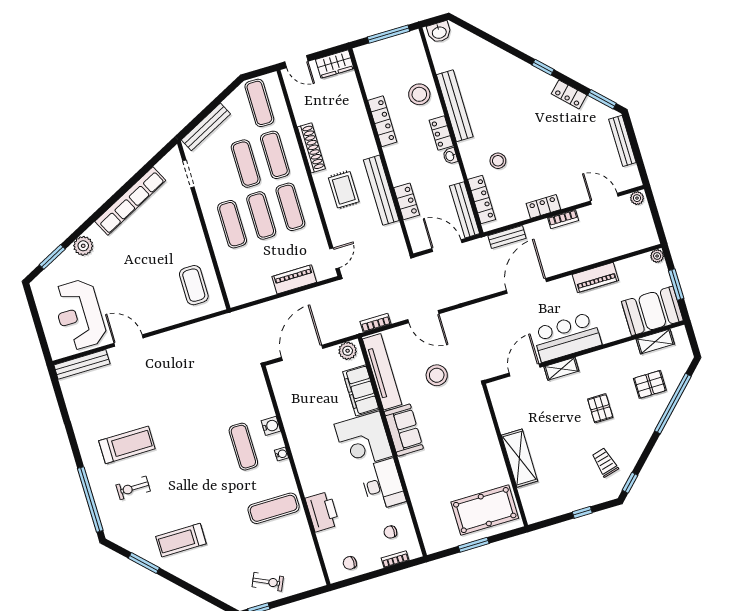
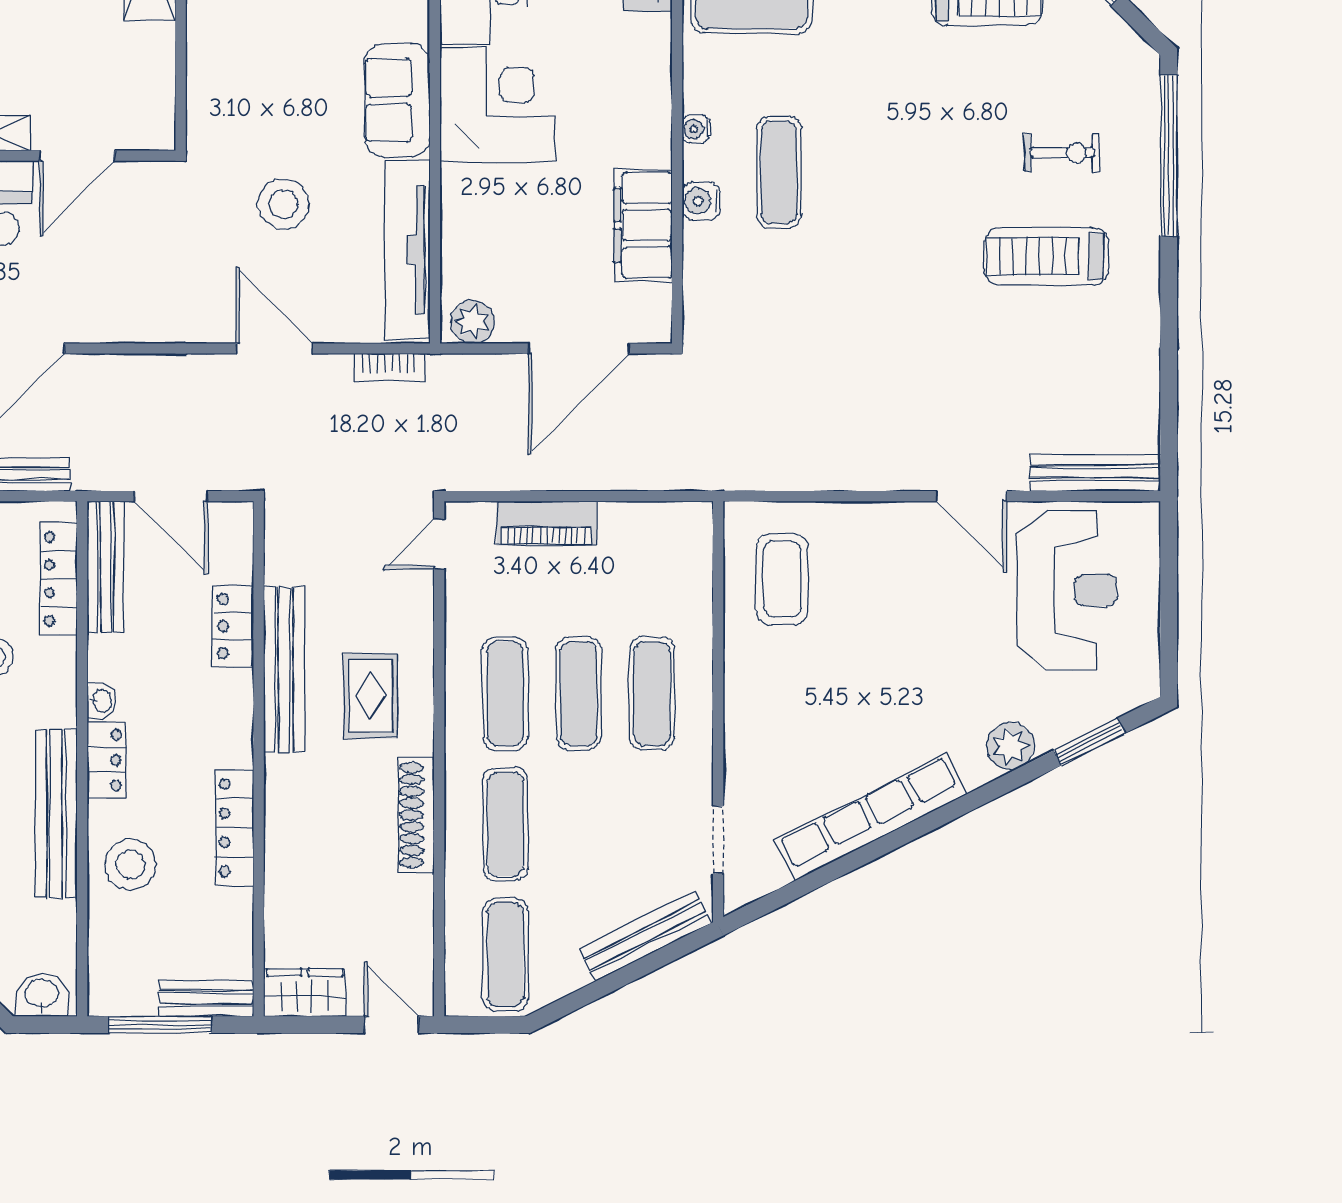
bench: (373, 50) -> (207, 998), added
exercise mat: (246, 164) -> (579, 824), removed
filing cabinet: (361, 390) -> (643, 225), moved, turned 180

